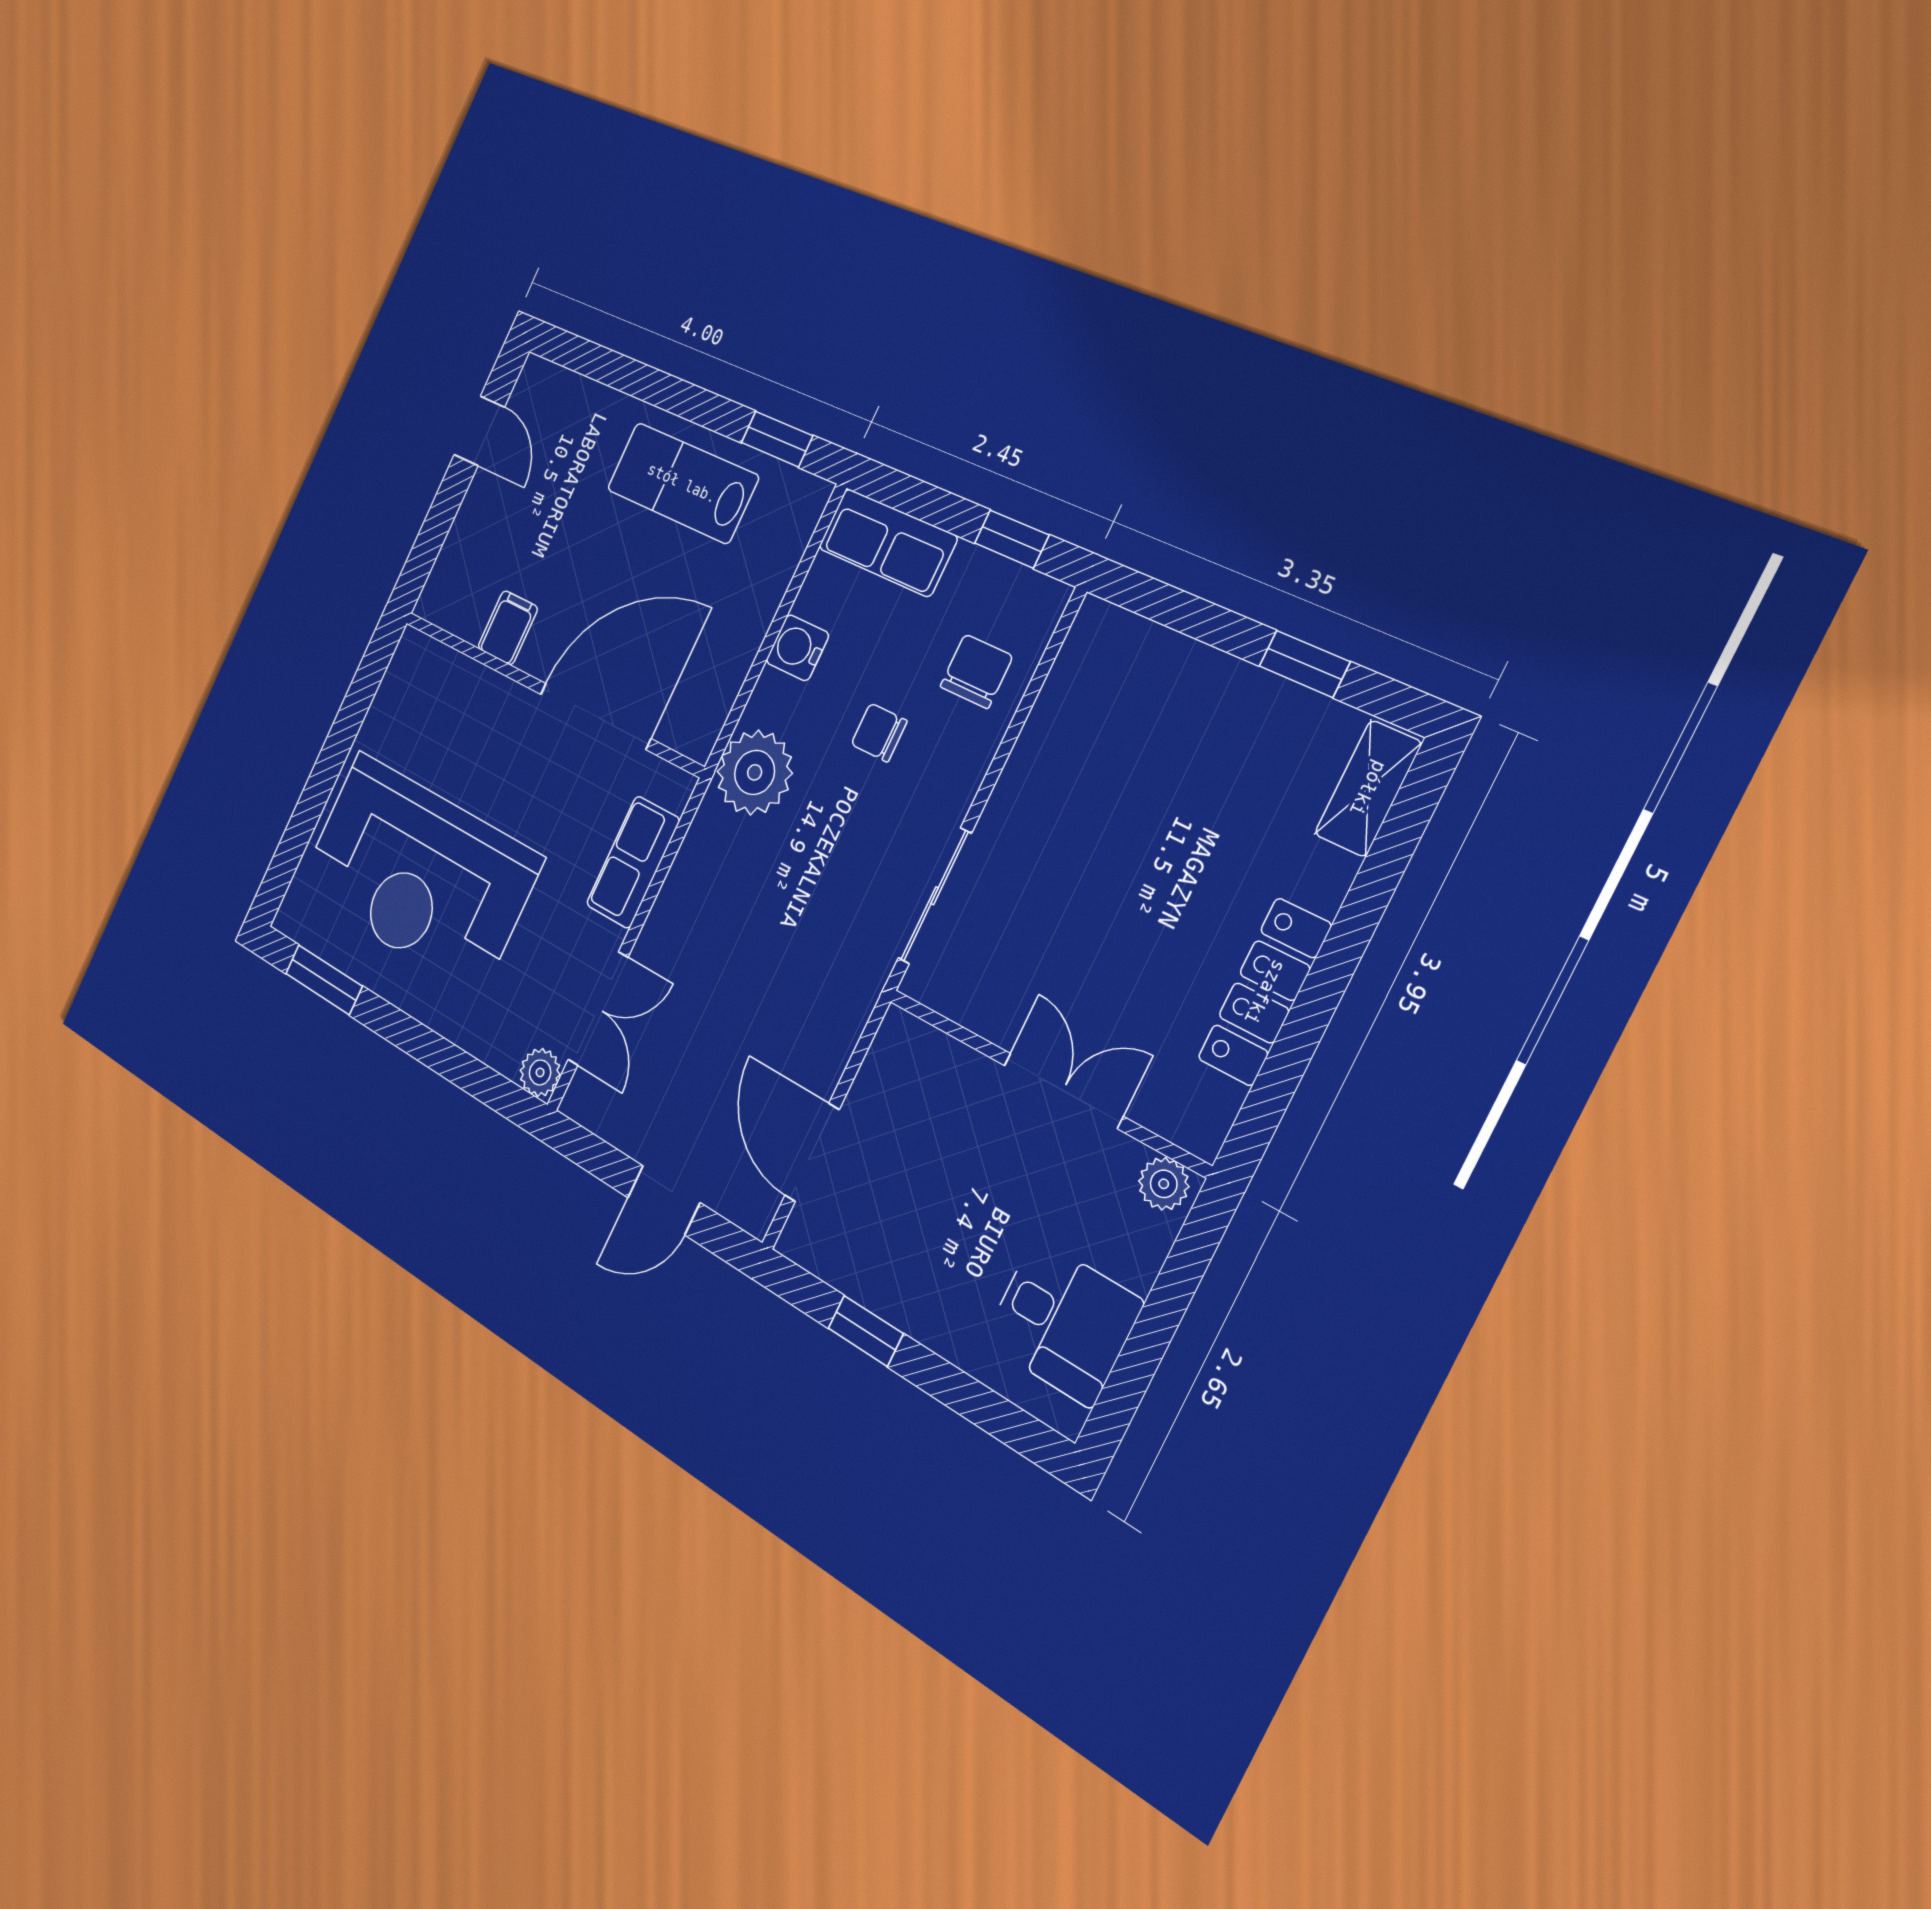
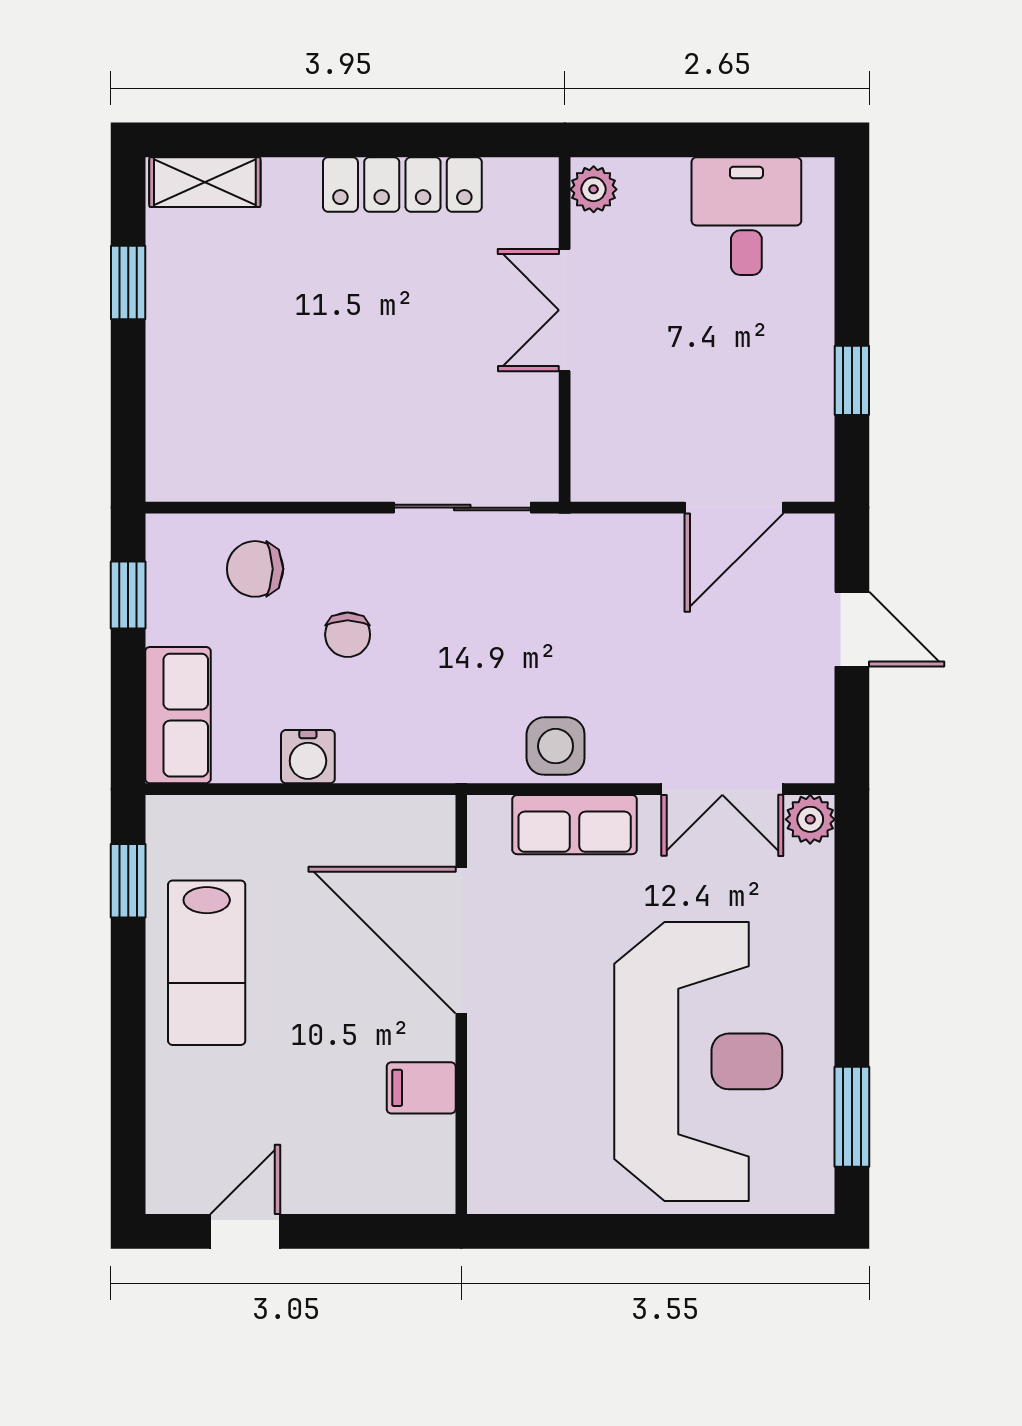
plant: (755, 772) -> (437, 741), removed
side table: (700, 878) -> (556, 746), added
double door: (598, 1009) -> (722, 789), swing flipped

